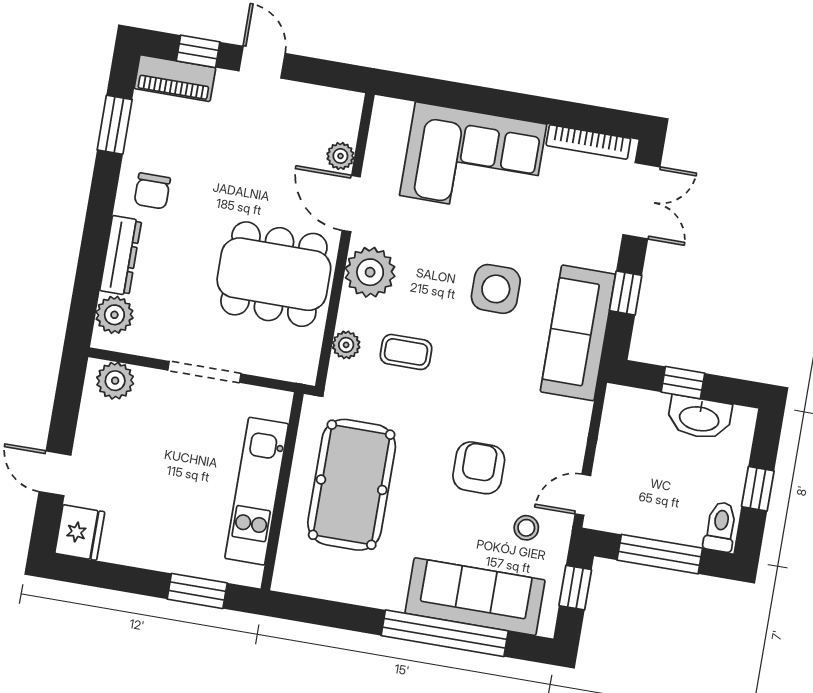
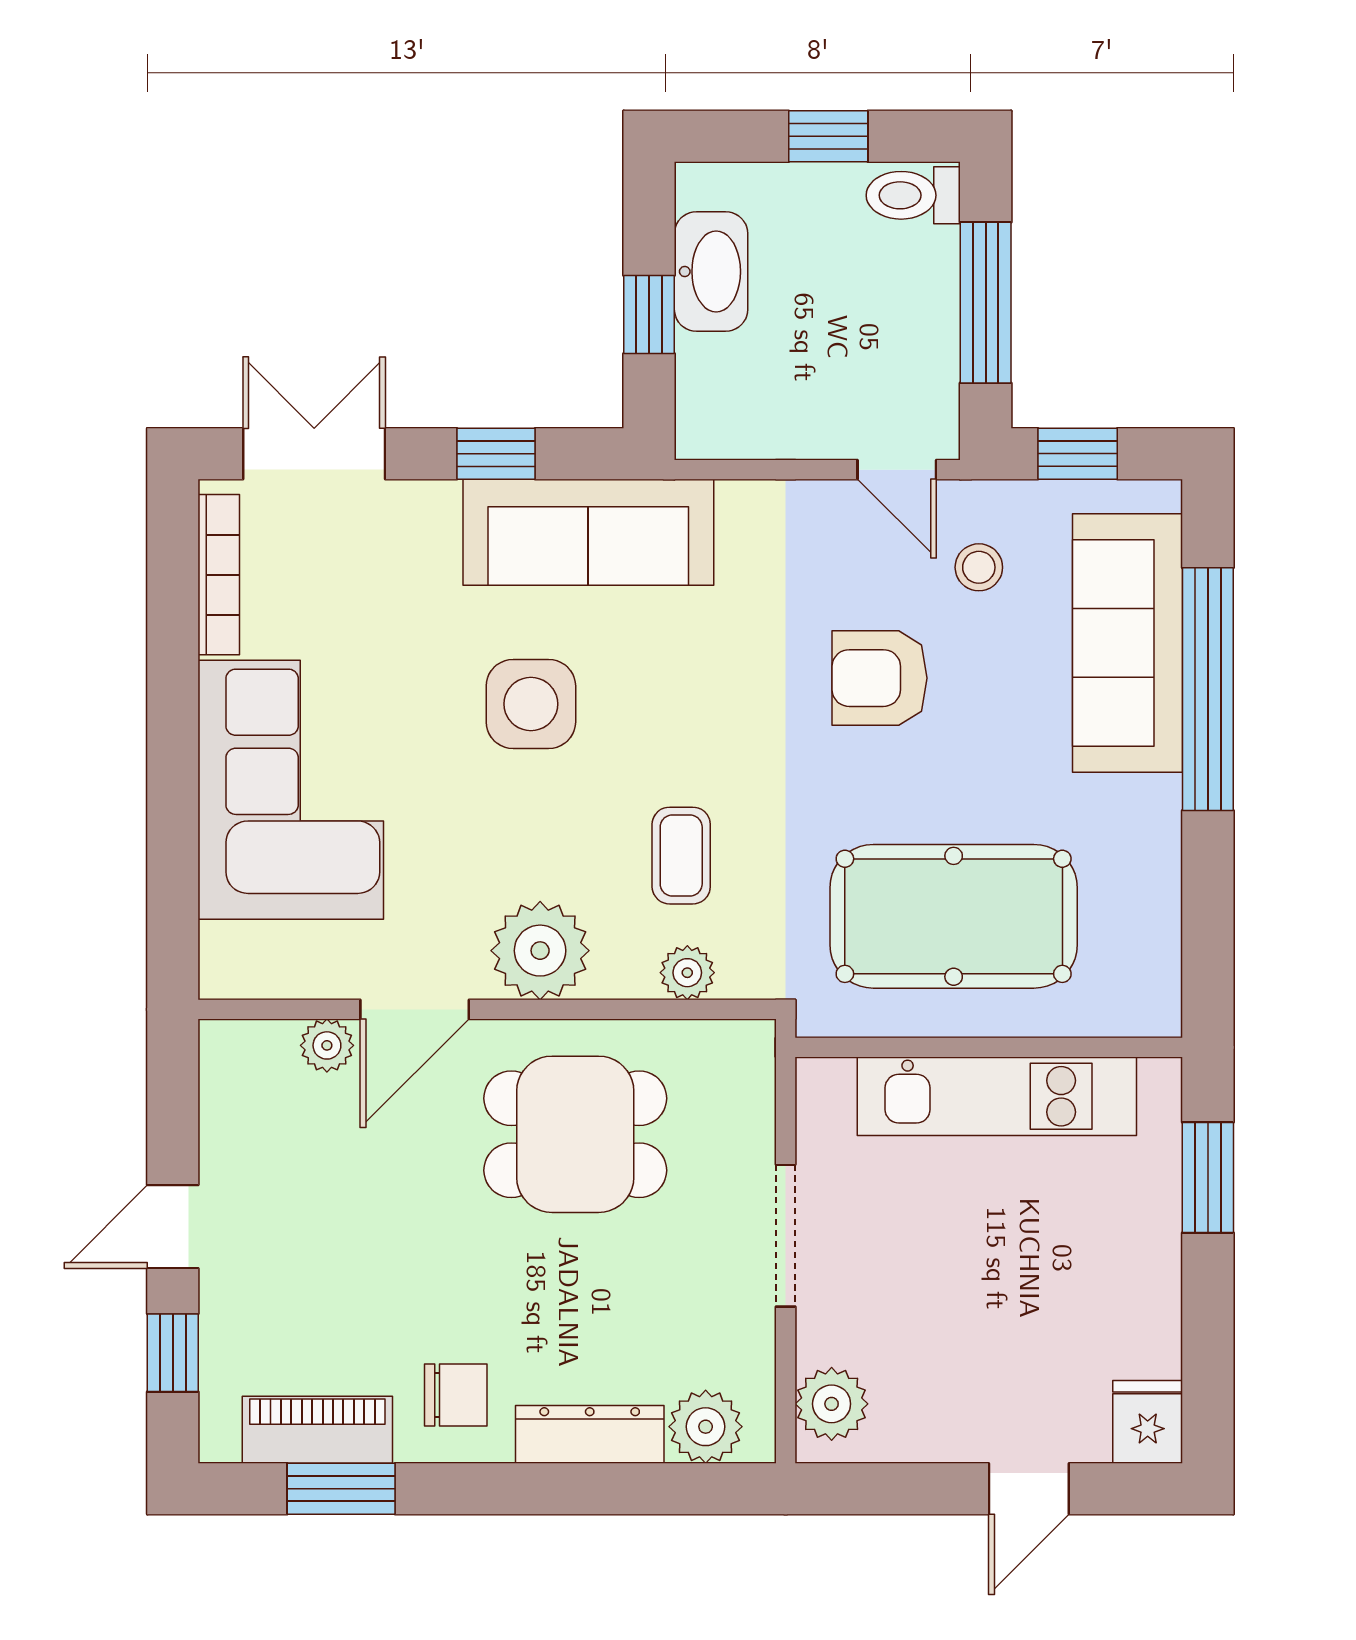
piano: (175, 78) -> (317, 1430), moved, turned -90
dining table: (274, 274) -> (575, 1134), width x0.73
fridge: (80, 533) -> (1148, 1422), width x0.72

